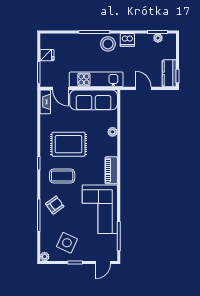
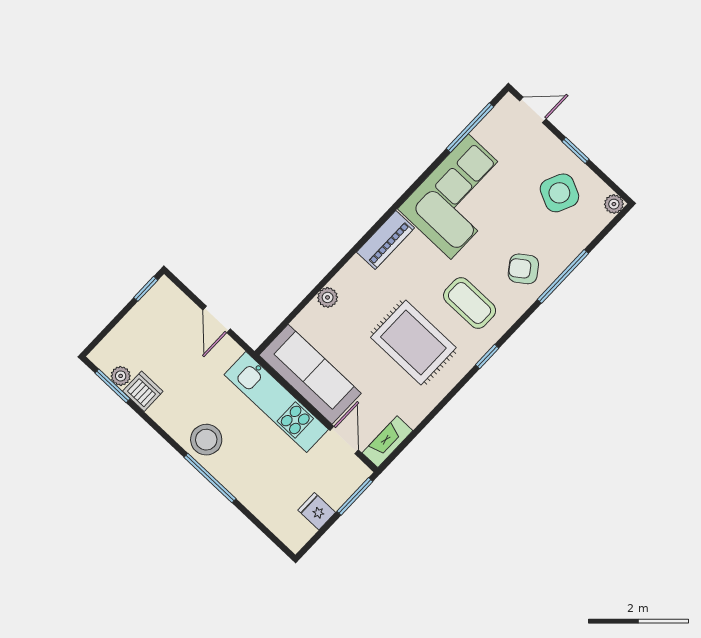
dishwasher: (127, 40) -> (143, 391), moved
kitchen counter: (169, 73) -> (155, 305), removed

